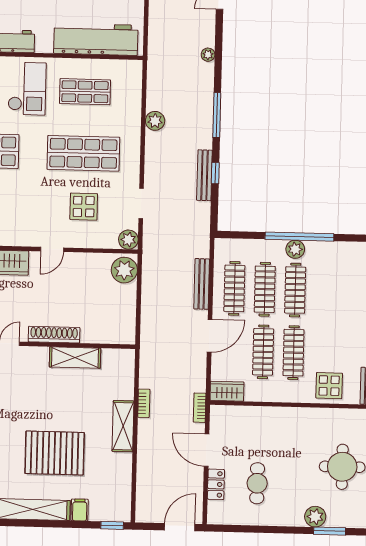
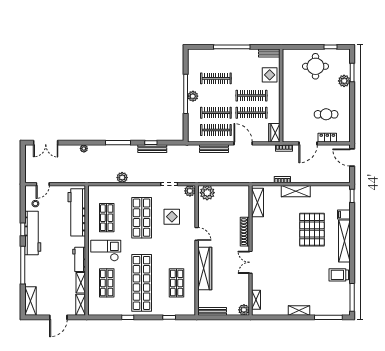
clothes rail: (295, 290) -> (216, 78), moved
shelving: (75, 358) -> (258, 202), moved

